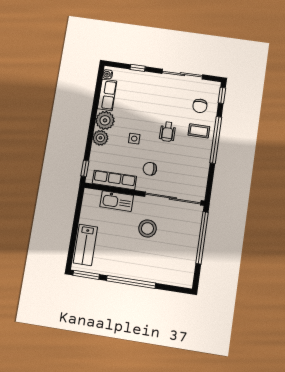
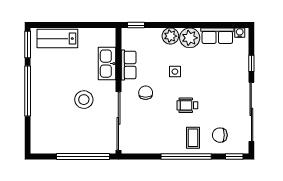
sliding door: (182, 74) -> (251, 112), width x1.36
row of seats: (114, 180) -> (129, 65), width x0.68

